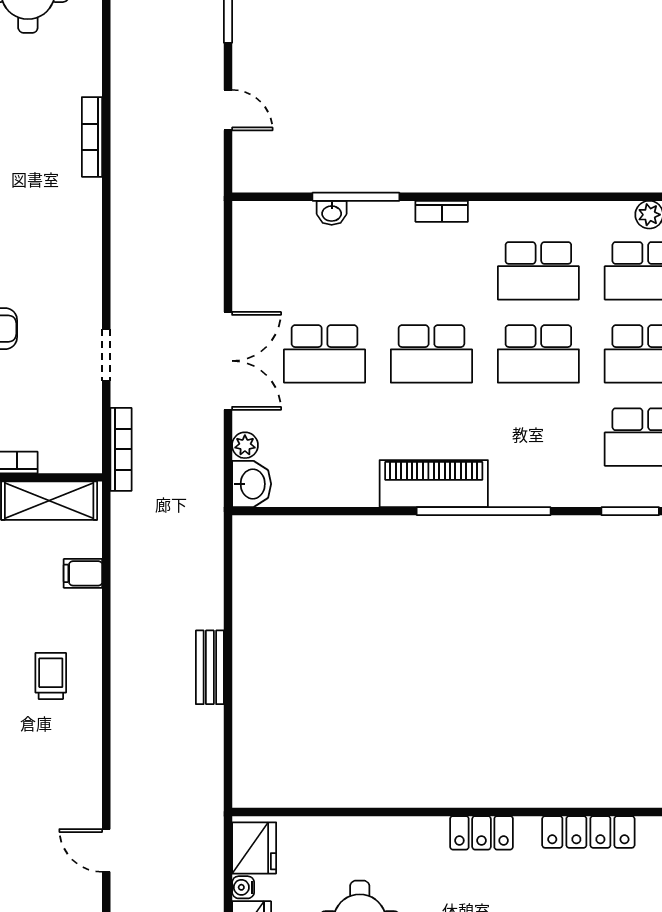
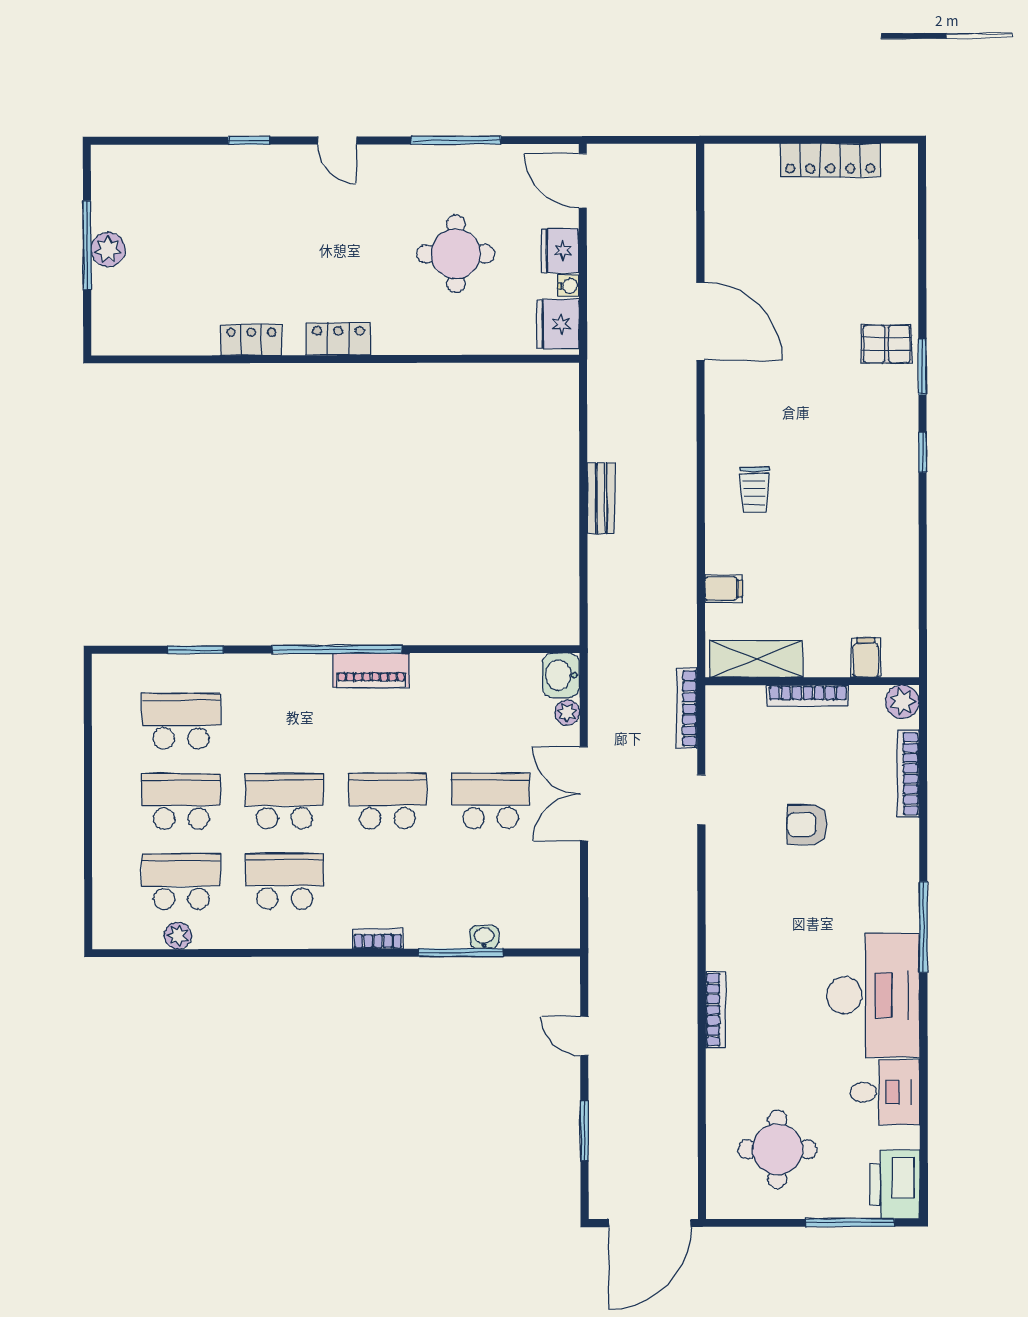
piano: (434, 484) -> (371, 670), width x0.73, depth x0.75
locker: (588, 832) -> (251, 340), width x0.66
door: (106, 850) -> (700, 321), width x1.88

